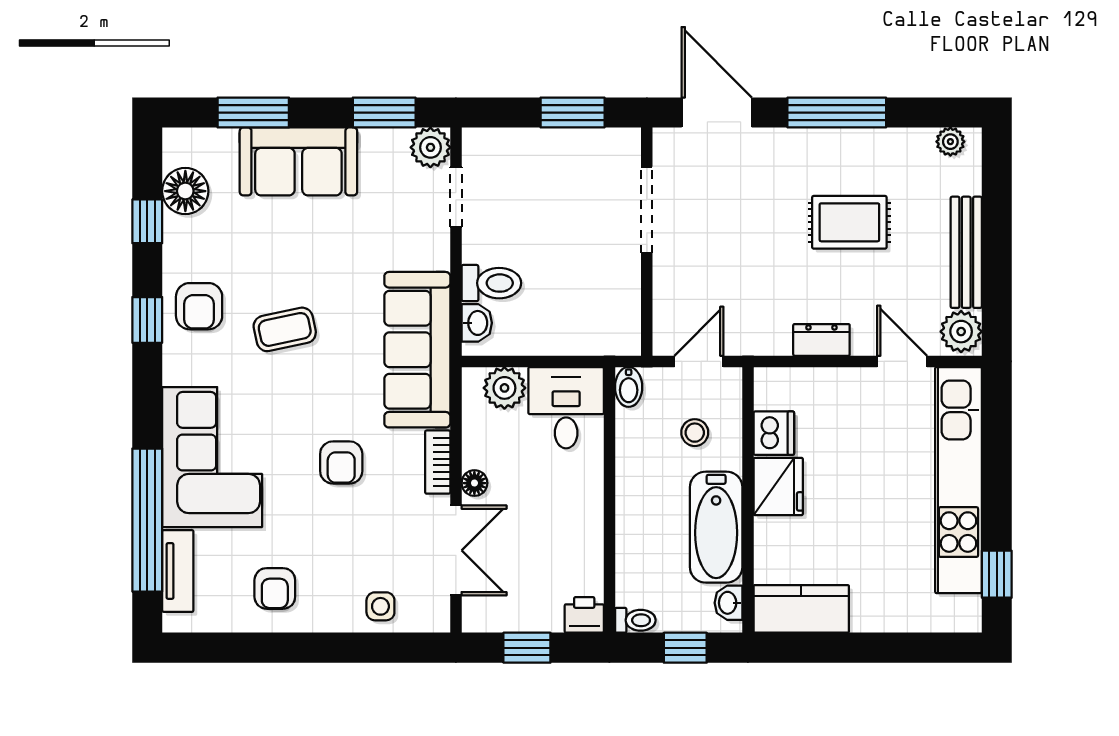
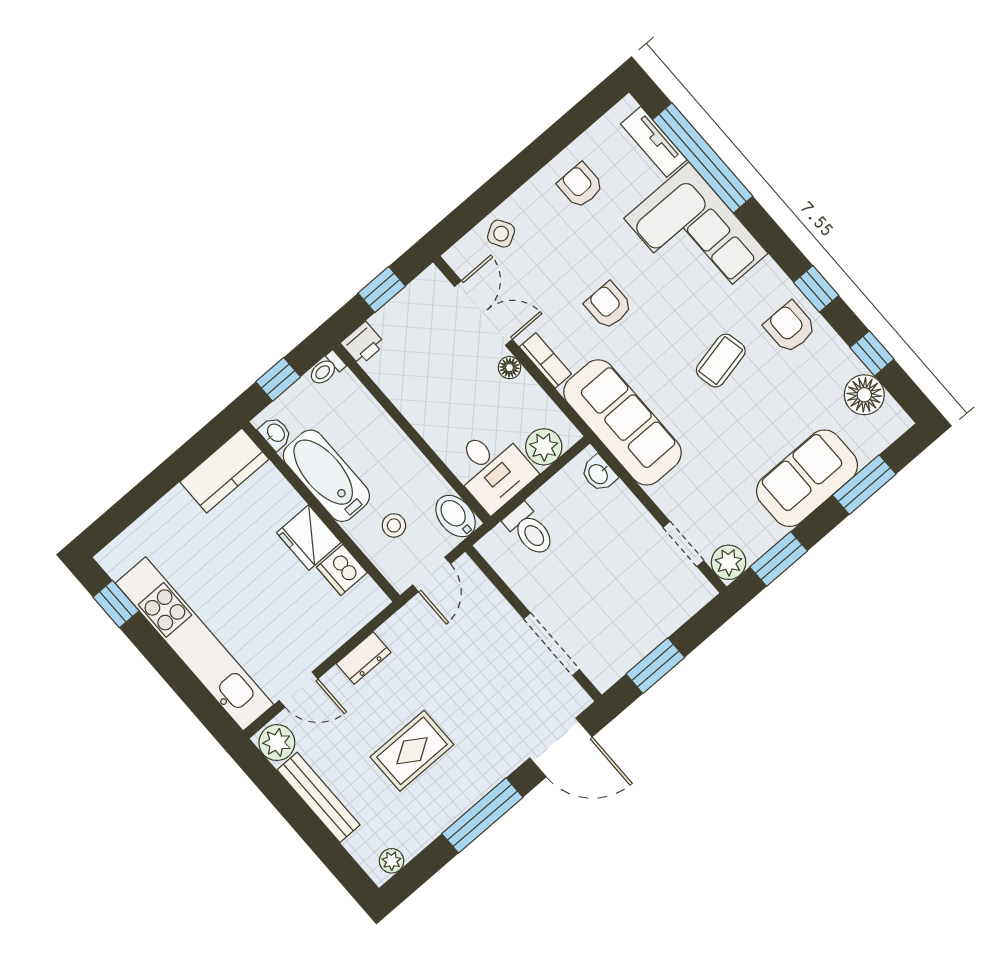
toilet: (491, 283) -> (529, 530), moved, turned -90
bidet: (629, 387) -> (456, 516), width x1.38, depth x1.36
double door: (456, 550) -> (483, 313), swing flipped
side table: (380, 606) -> (501, 234), turned -30

